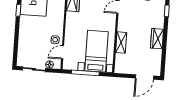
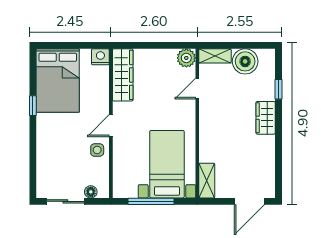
wardrobe: (157, 39) -> (266, 118), moved
shelving: (121, 43) -> (207, 181), moved
door: (63, 52) -> (111, 126), moved

